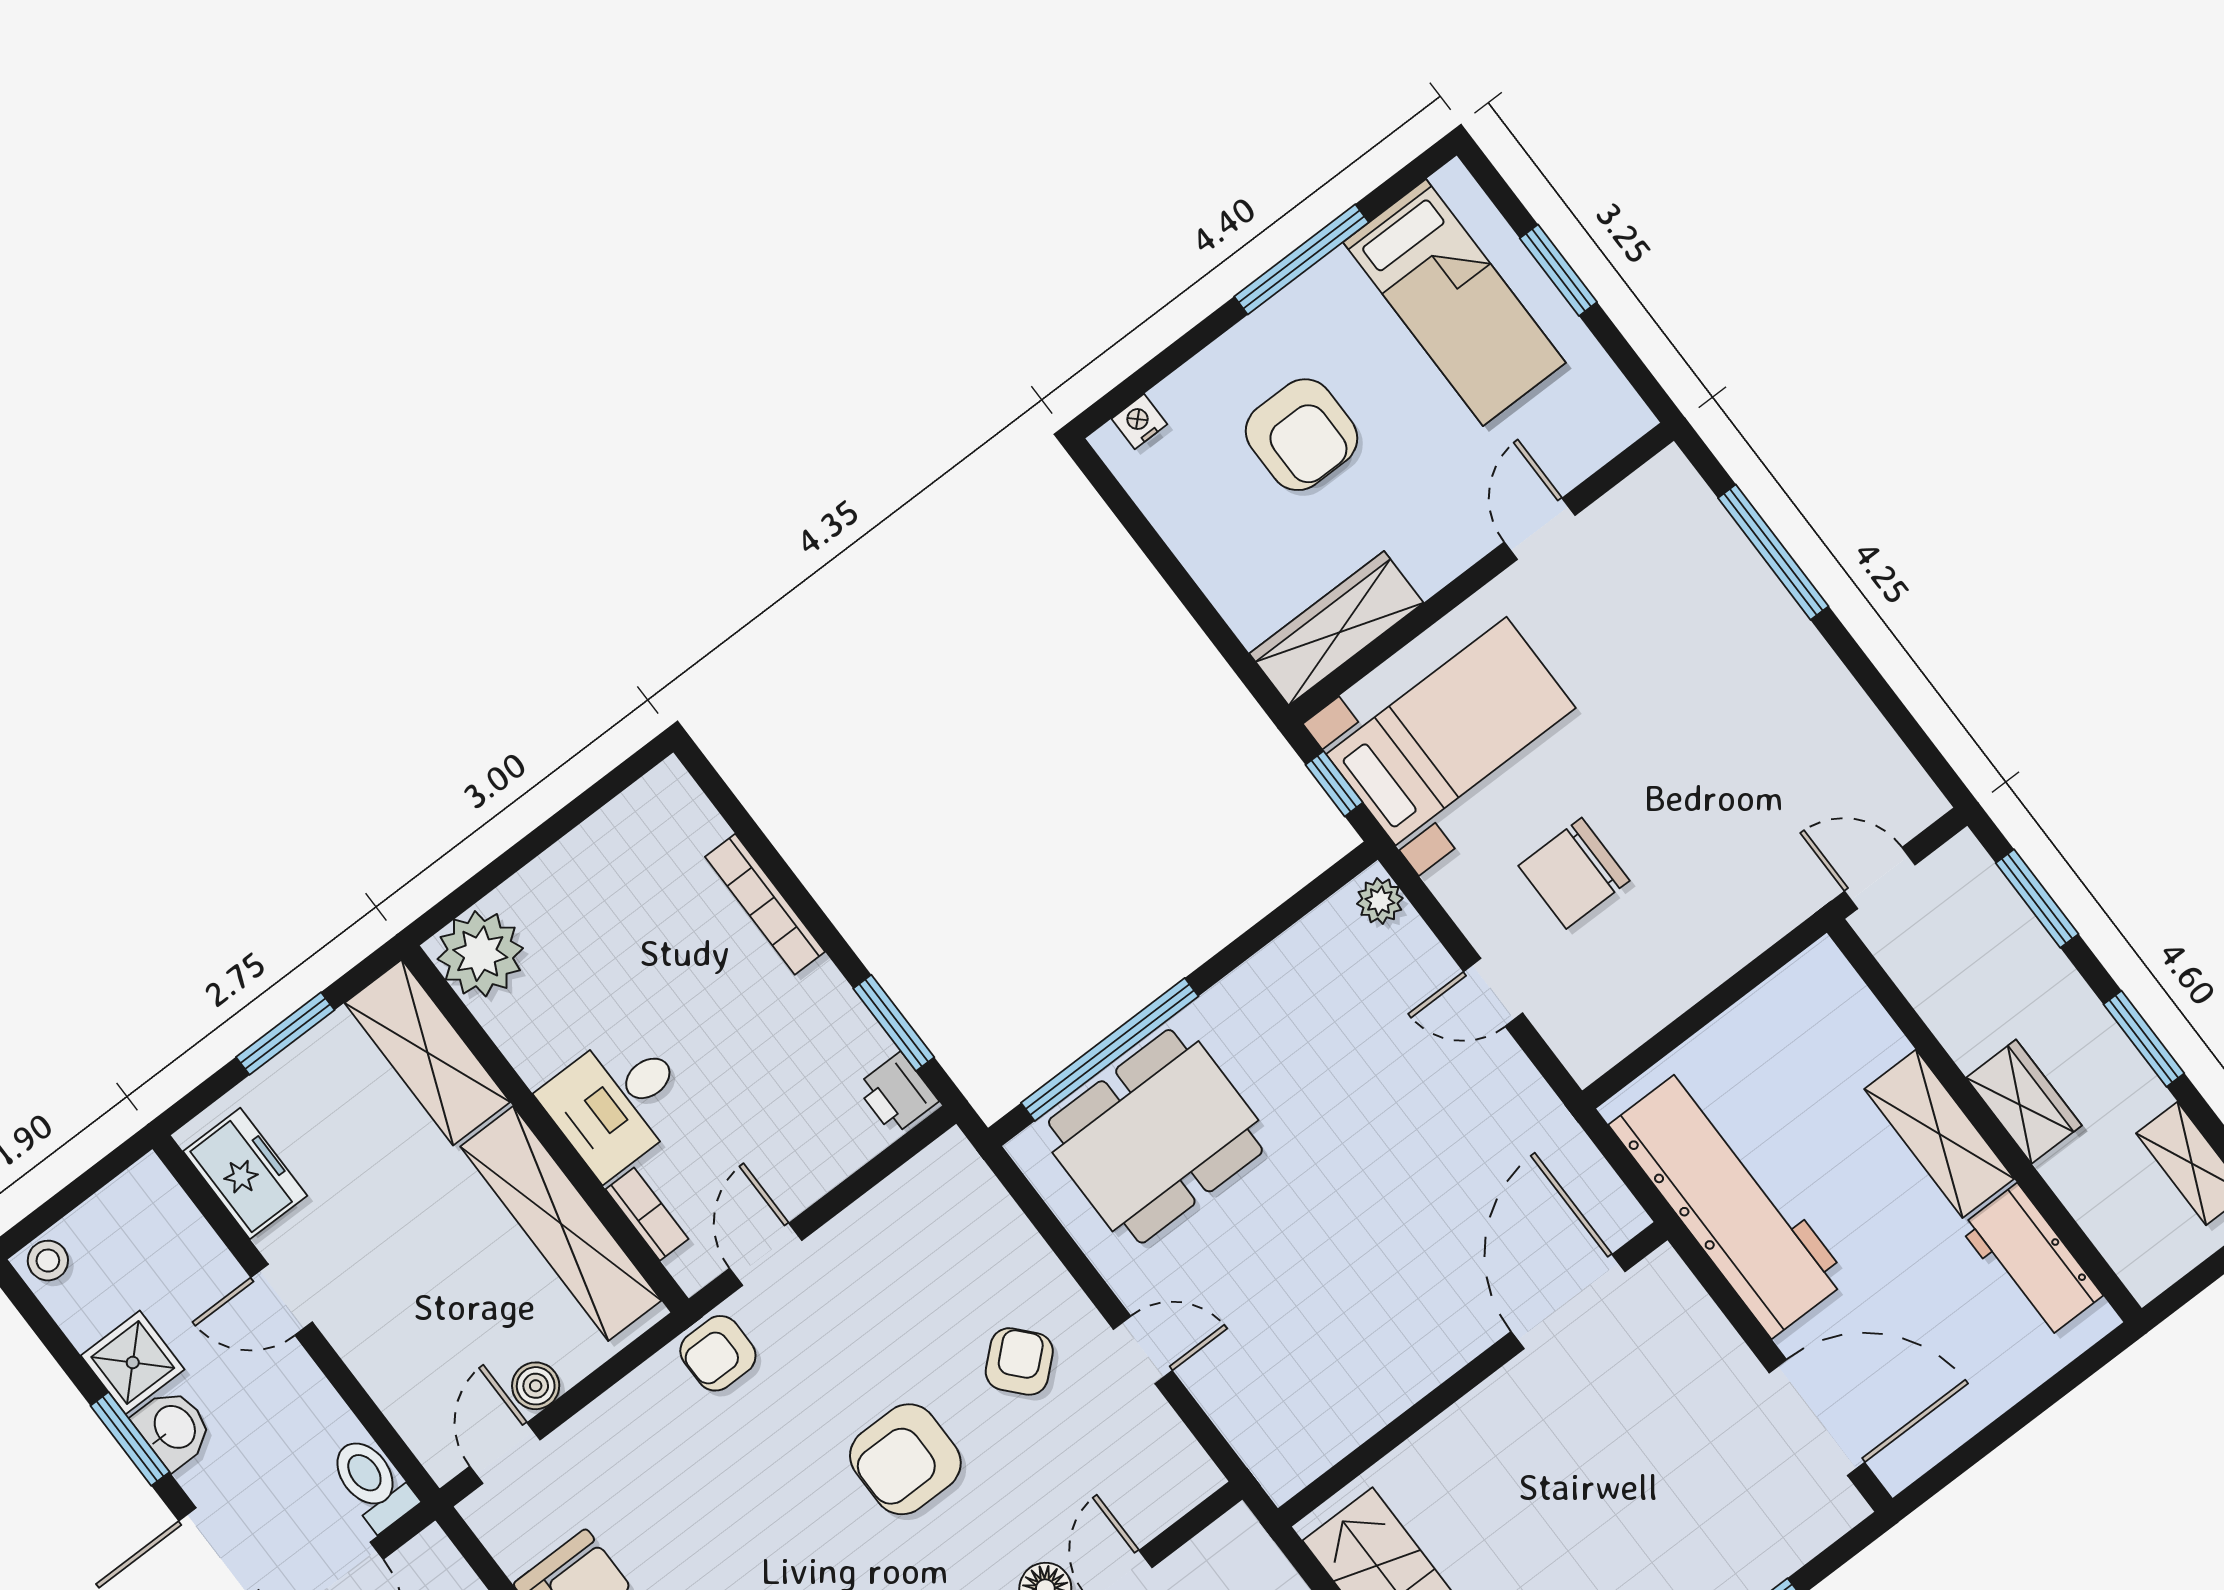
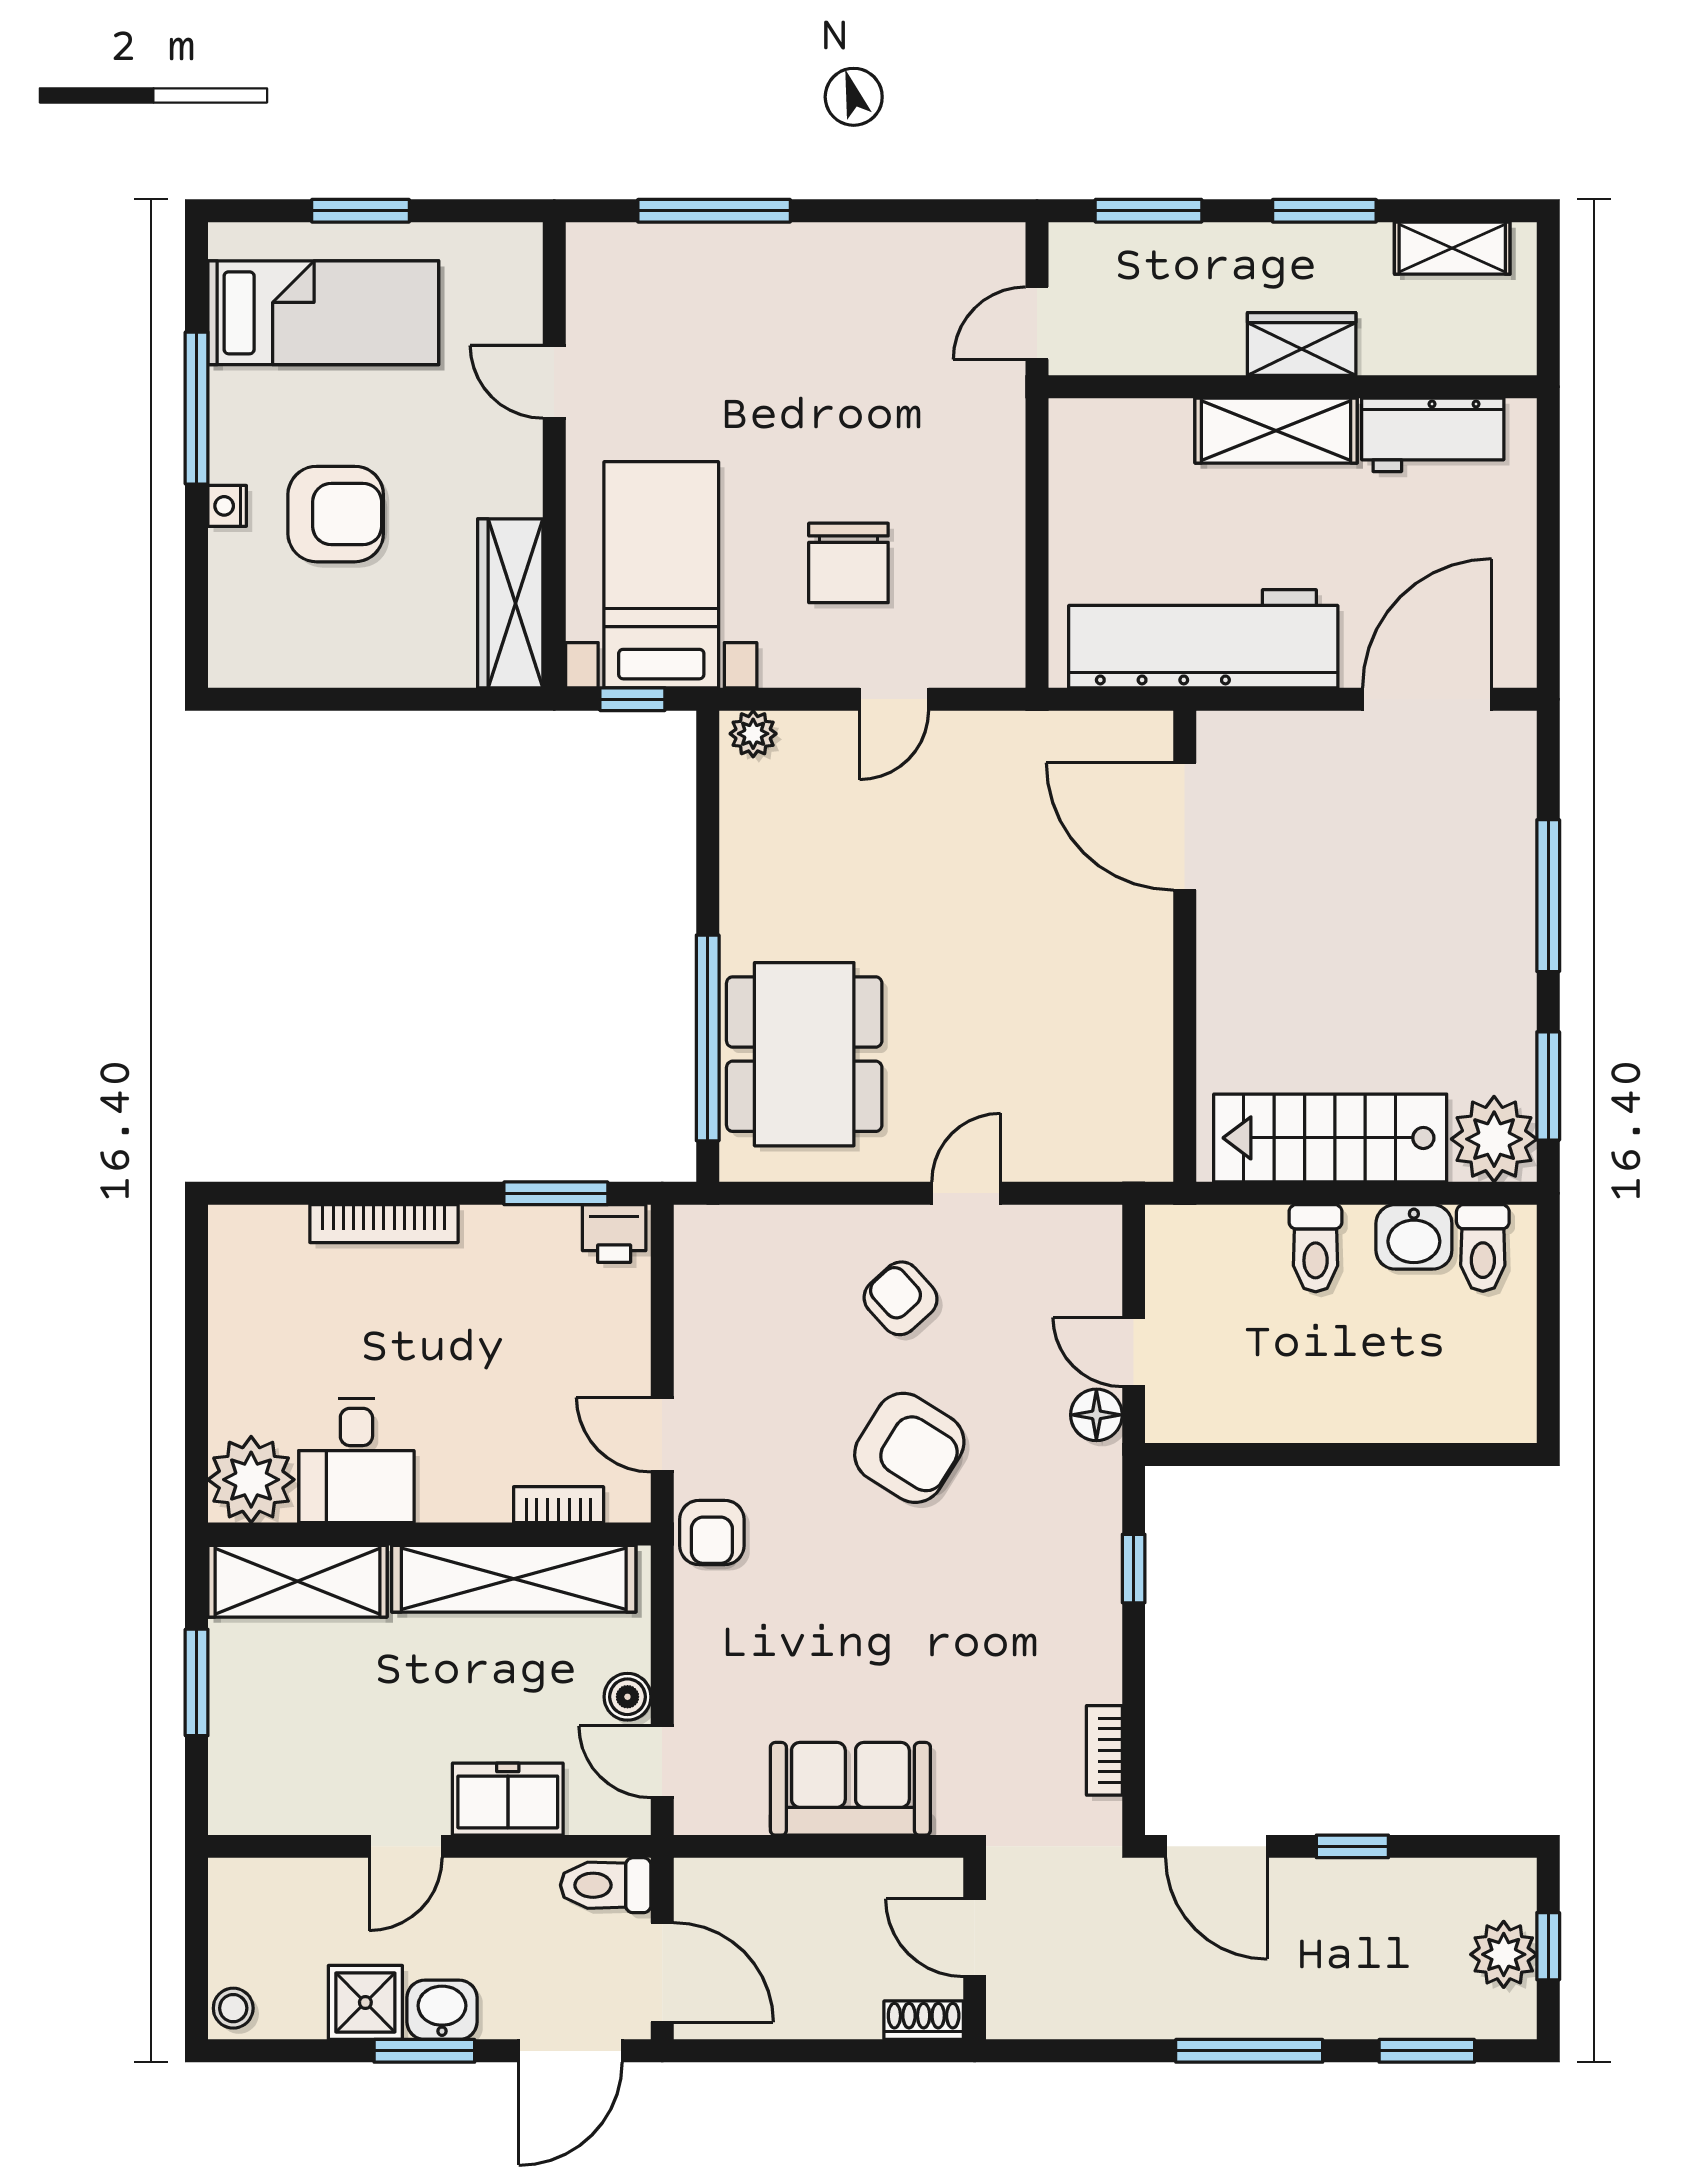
nightstand: (1139, 421) -> (227, 506), moved
desk: (617, 1102) -> (356, 1461), moved
freezer: (245, 1174) -> (508, 1799), moved
armchair: (905, 1459) -> (909, 1448), turned -58

